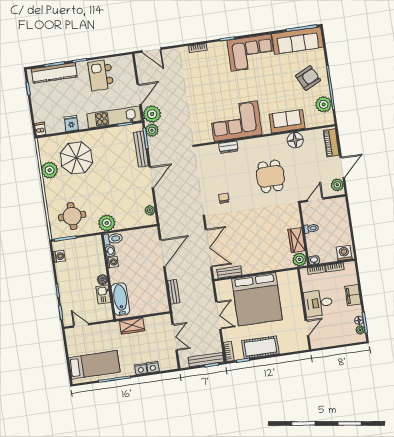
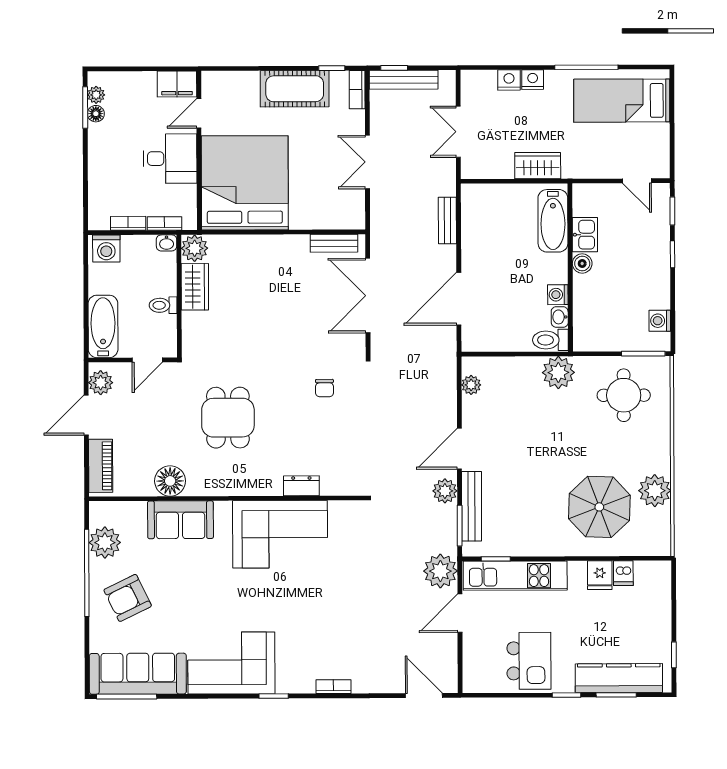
dishwasher: (40, 129) -> (623, 573), moved
plant: (152, 130) -> (445, 491), moved
bathtub: (340, 213) -> (103, 326), added
filing cabinet: (353, 295) -> (177, 84), moved, turned 90
bed: (257, 299) -> (245, 183), moved

